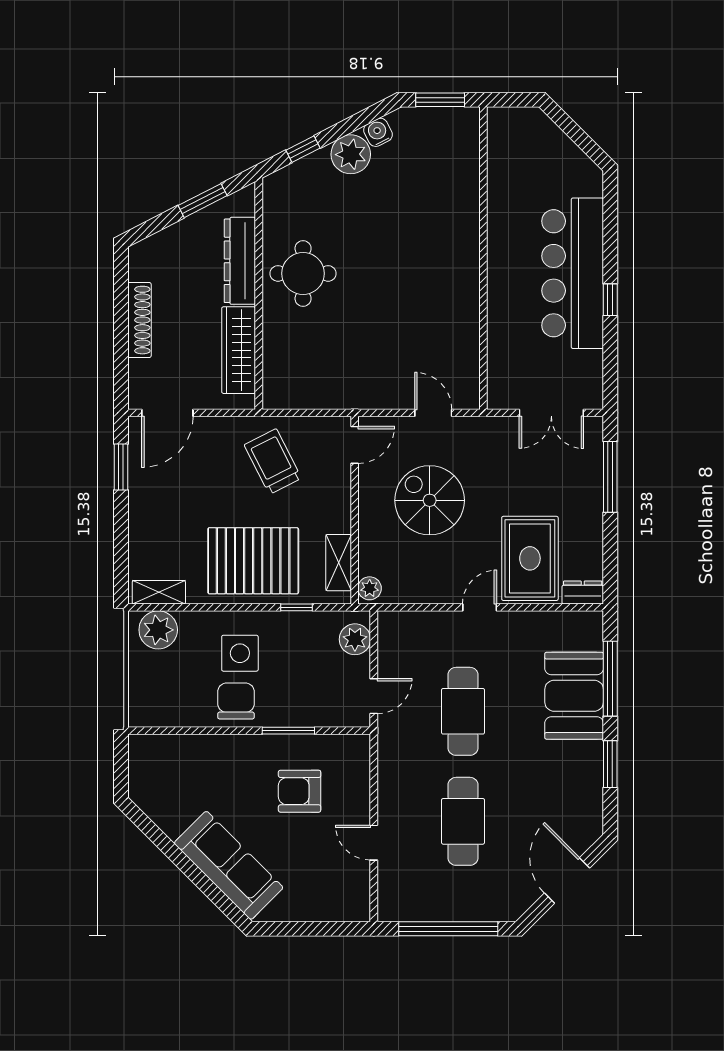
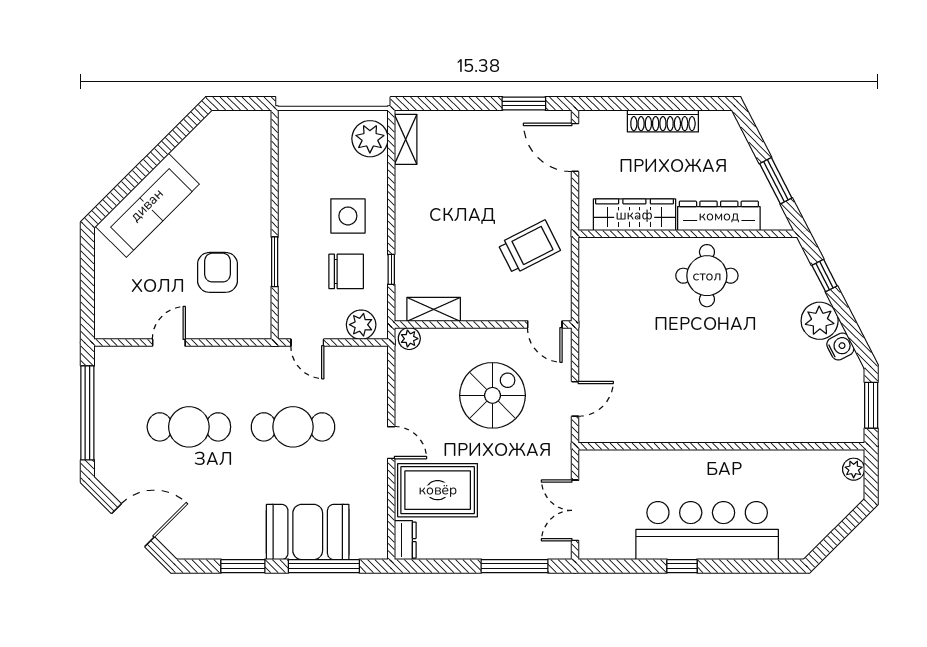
plant: (508, 118) -> (854, 469), added
pallet: (253, 561) -> (435, 229), removed
chair: (236, 701) -> (346, 271), moved

